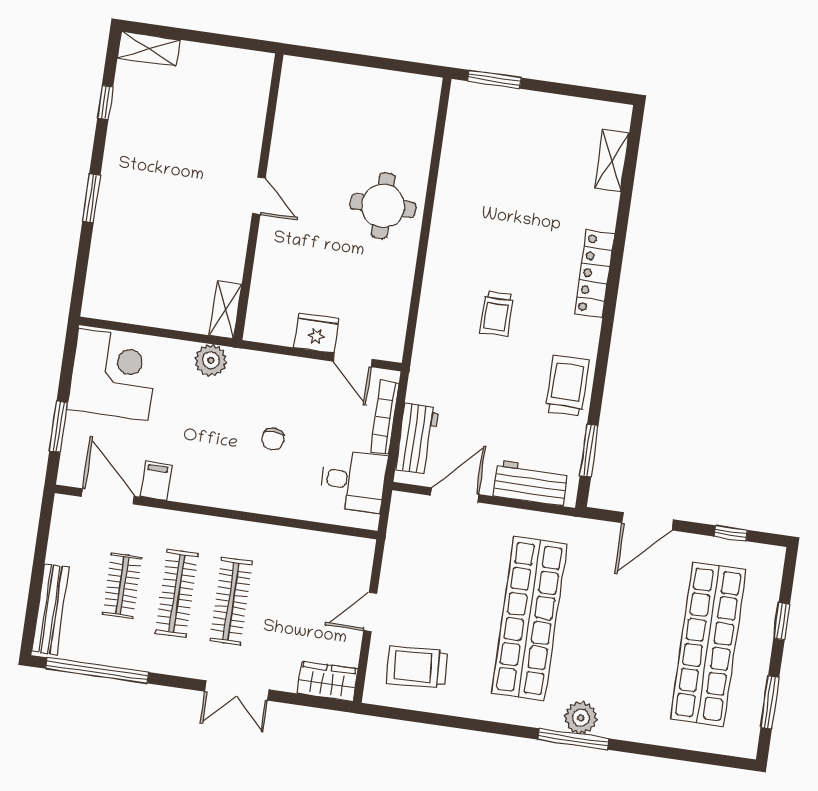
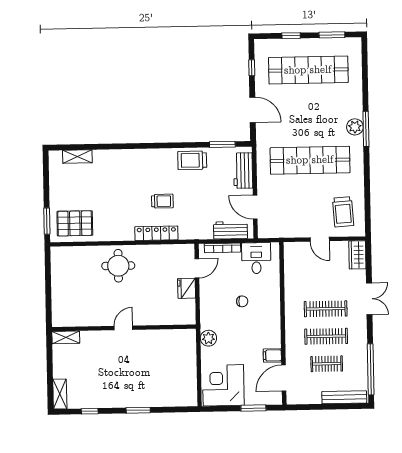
pallet: (481, 134) -> (75, 223), added
locker: (595, 274) -> (156, 233), moved, turned 180
shelving: (226, 310) -> (66, 337), moved

